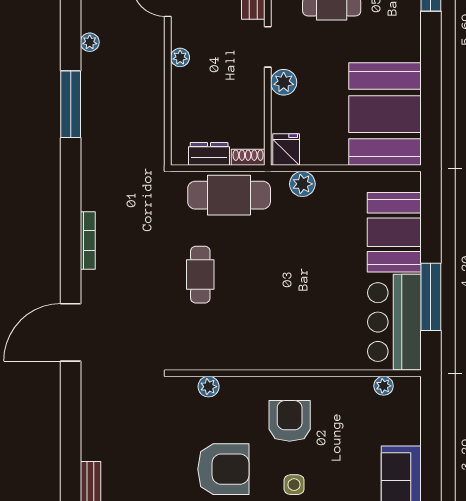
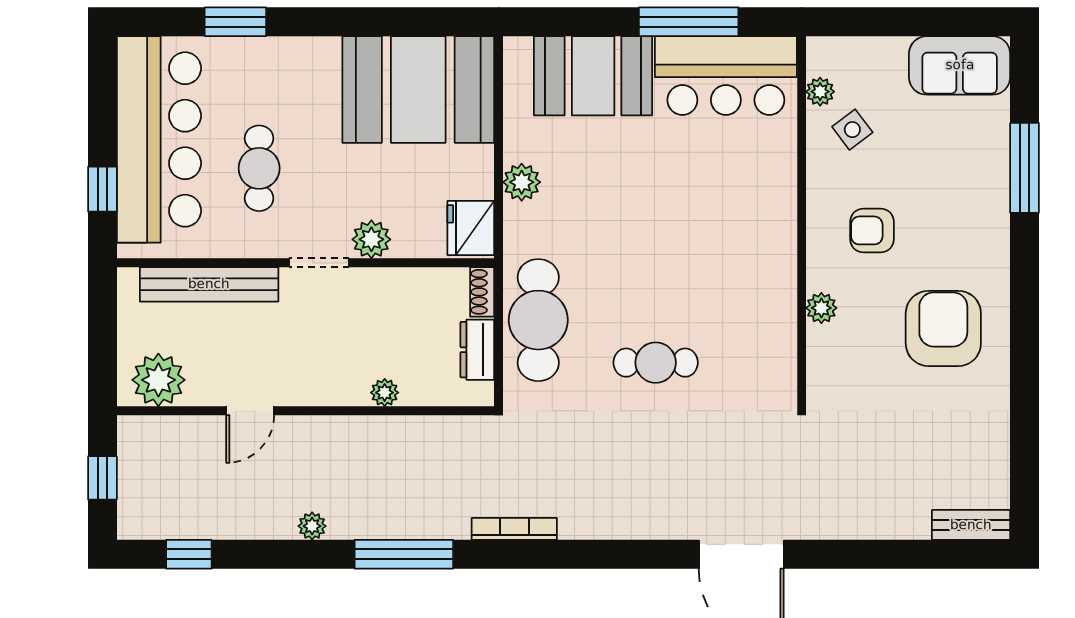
plant: (180, 57) -> (385, 393), moved
fridge: (286, 150) -> (471, 228), width x1.38
plant: (302, 184) -> (522, 182), moved
bookcase: (88, 241) -> (514, 529), moved
plant: (209, 387) -> (821, 308), moved
armchair: (290, 421) -> (872, 230), width x0.72, depth x0.72
side table: (294, 485) -> (852, 130), moved, turned -37

